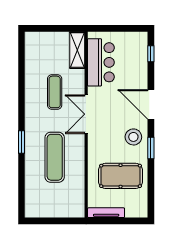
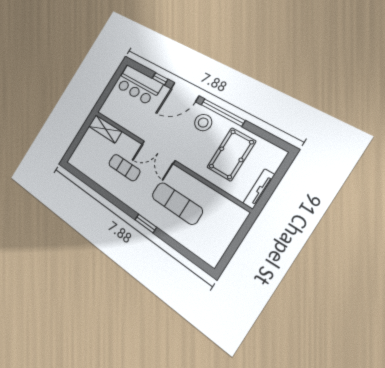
window: (151, 54) -> (160, 79), moved
bar counter: (101, 62) -> (139, 85), moved, turned 180
window: (151, 148) -> (223, 112), width x2.11

